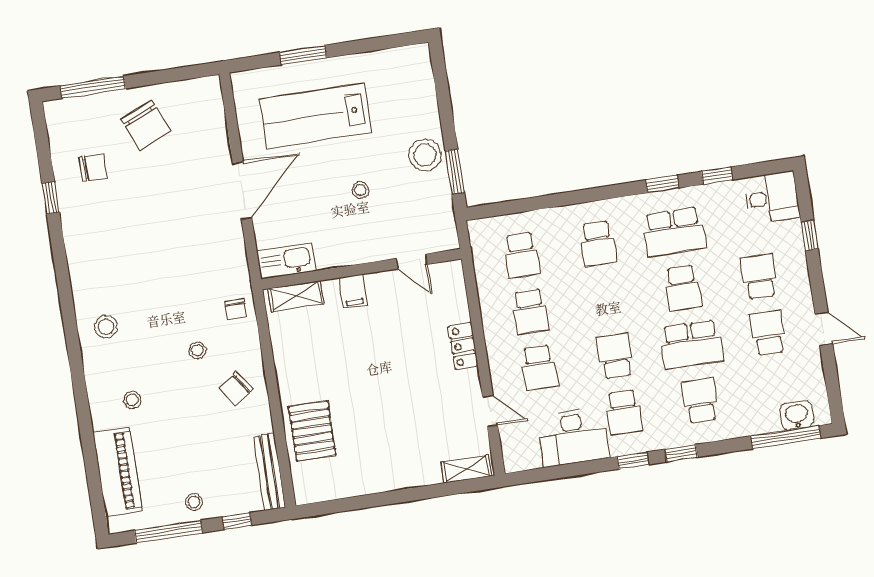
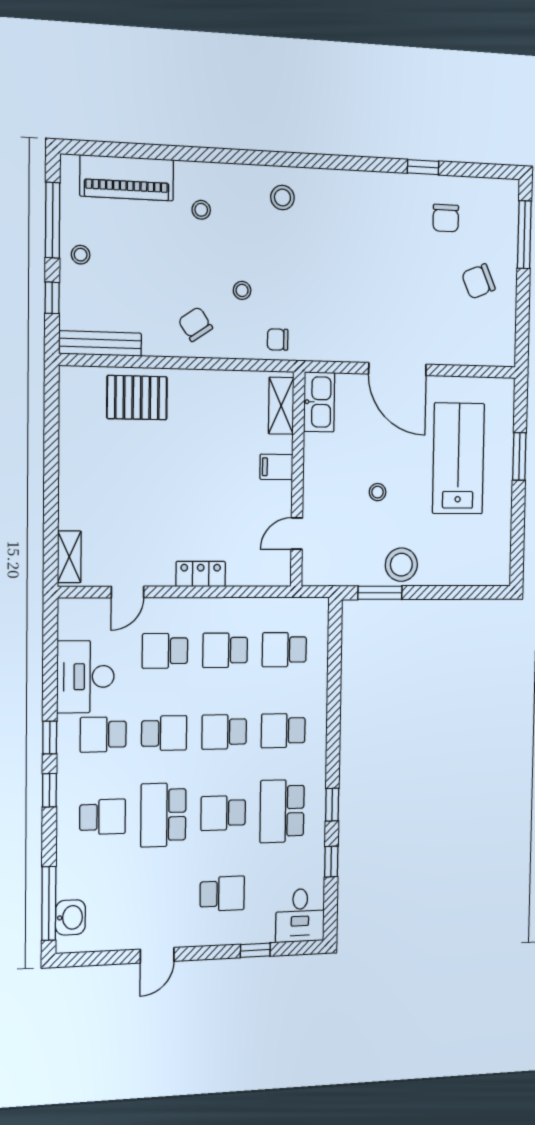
chair: (146, 125) -> (478, 281), width x0.73, depth x0.73
school desk: (768, 333) -> (224, 732), moved, turned 180

